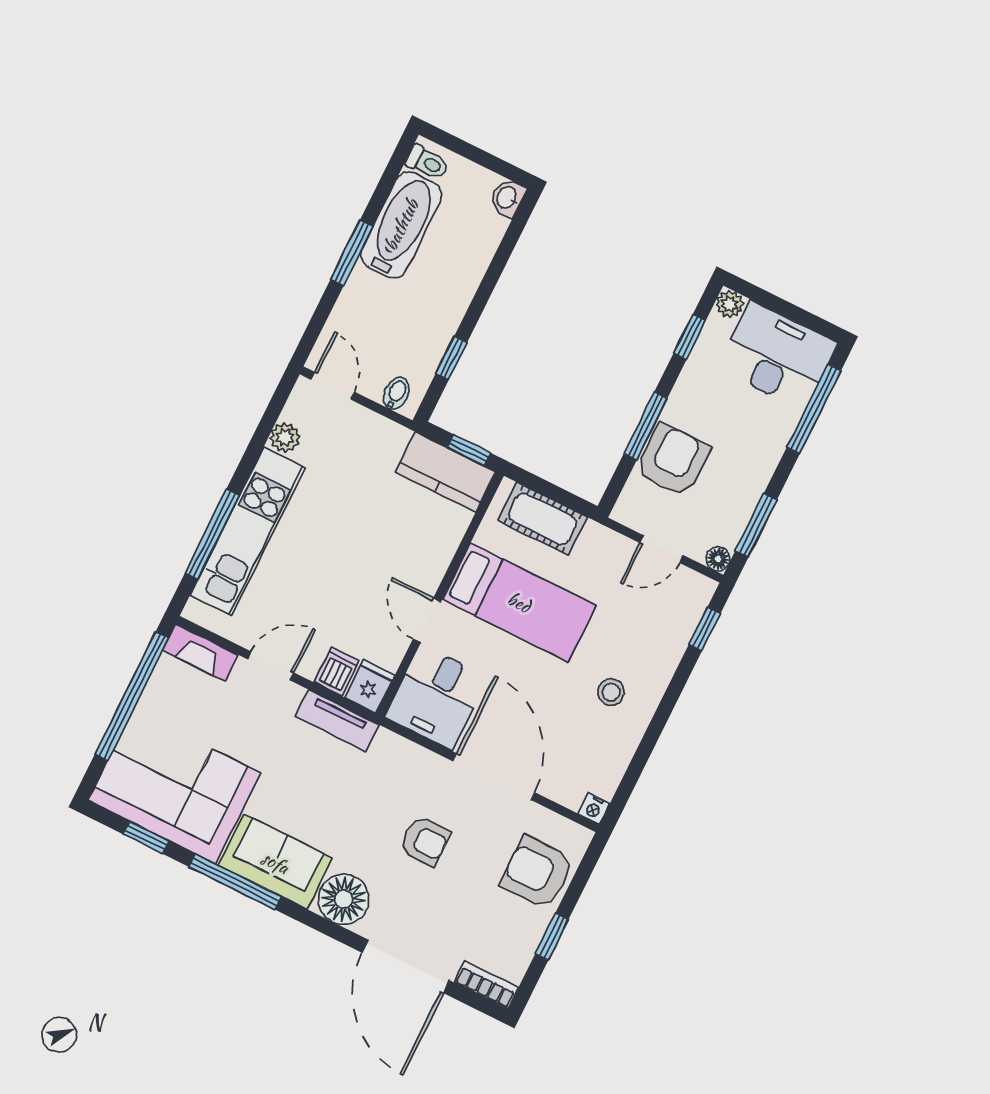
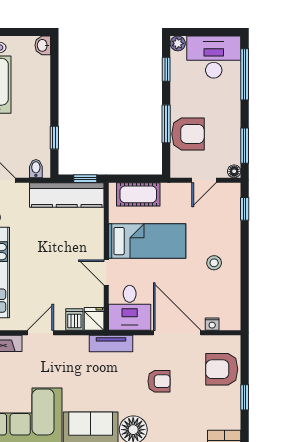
armchair: (673, 460) -> (188, 134), turned 90
kitchen counter: (445, 472) -> (67, 195), width x1.50
tv unit: (337, 721) -> (111, 344), moved
nightstand: (594, 809) -> (212, 324), moved

